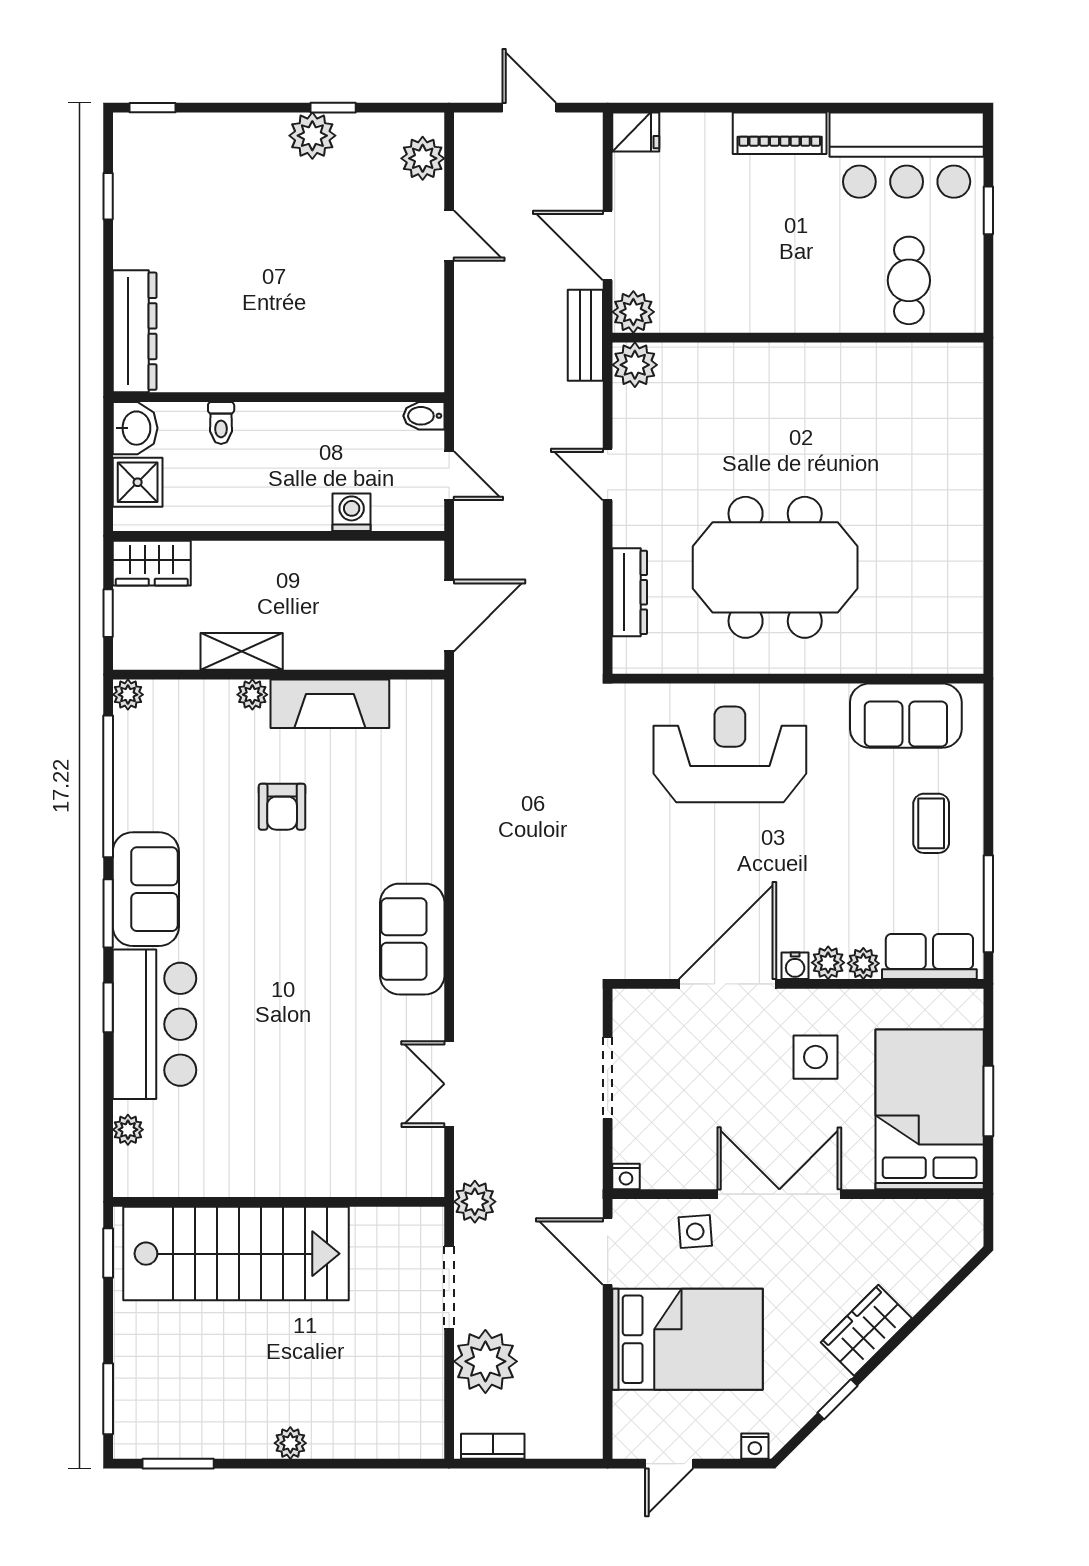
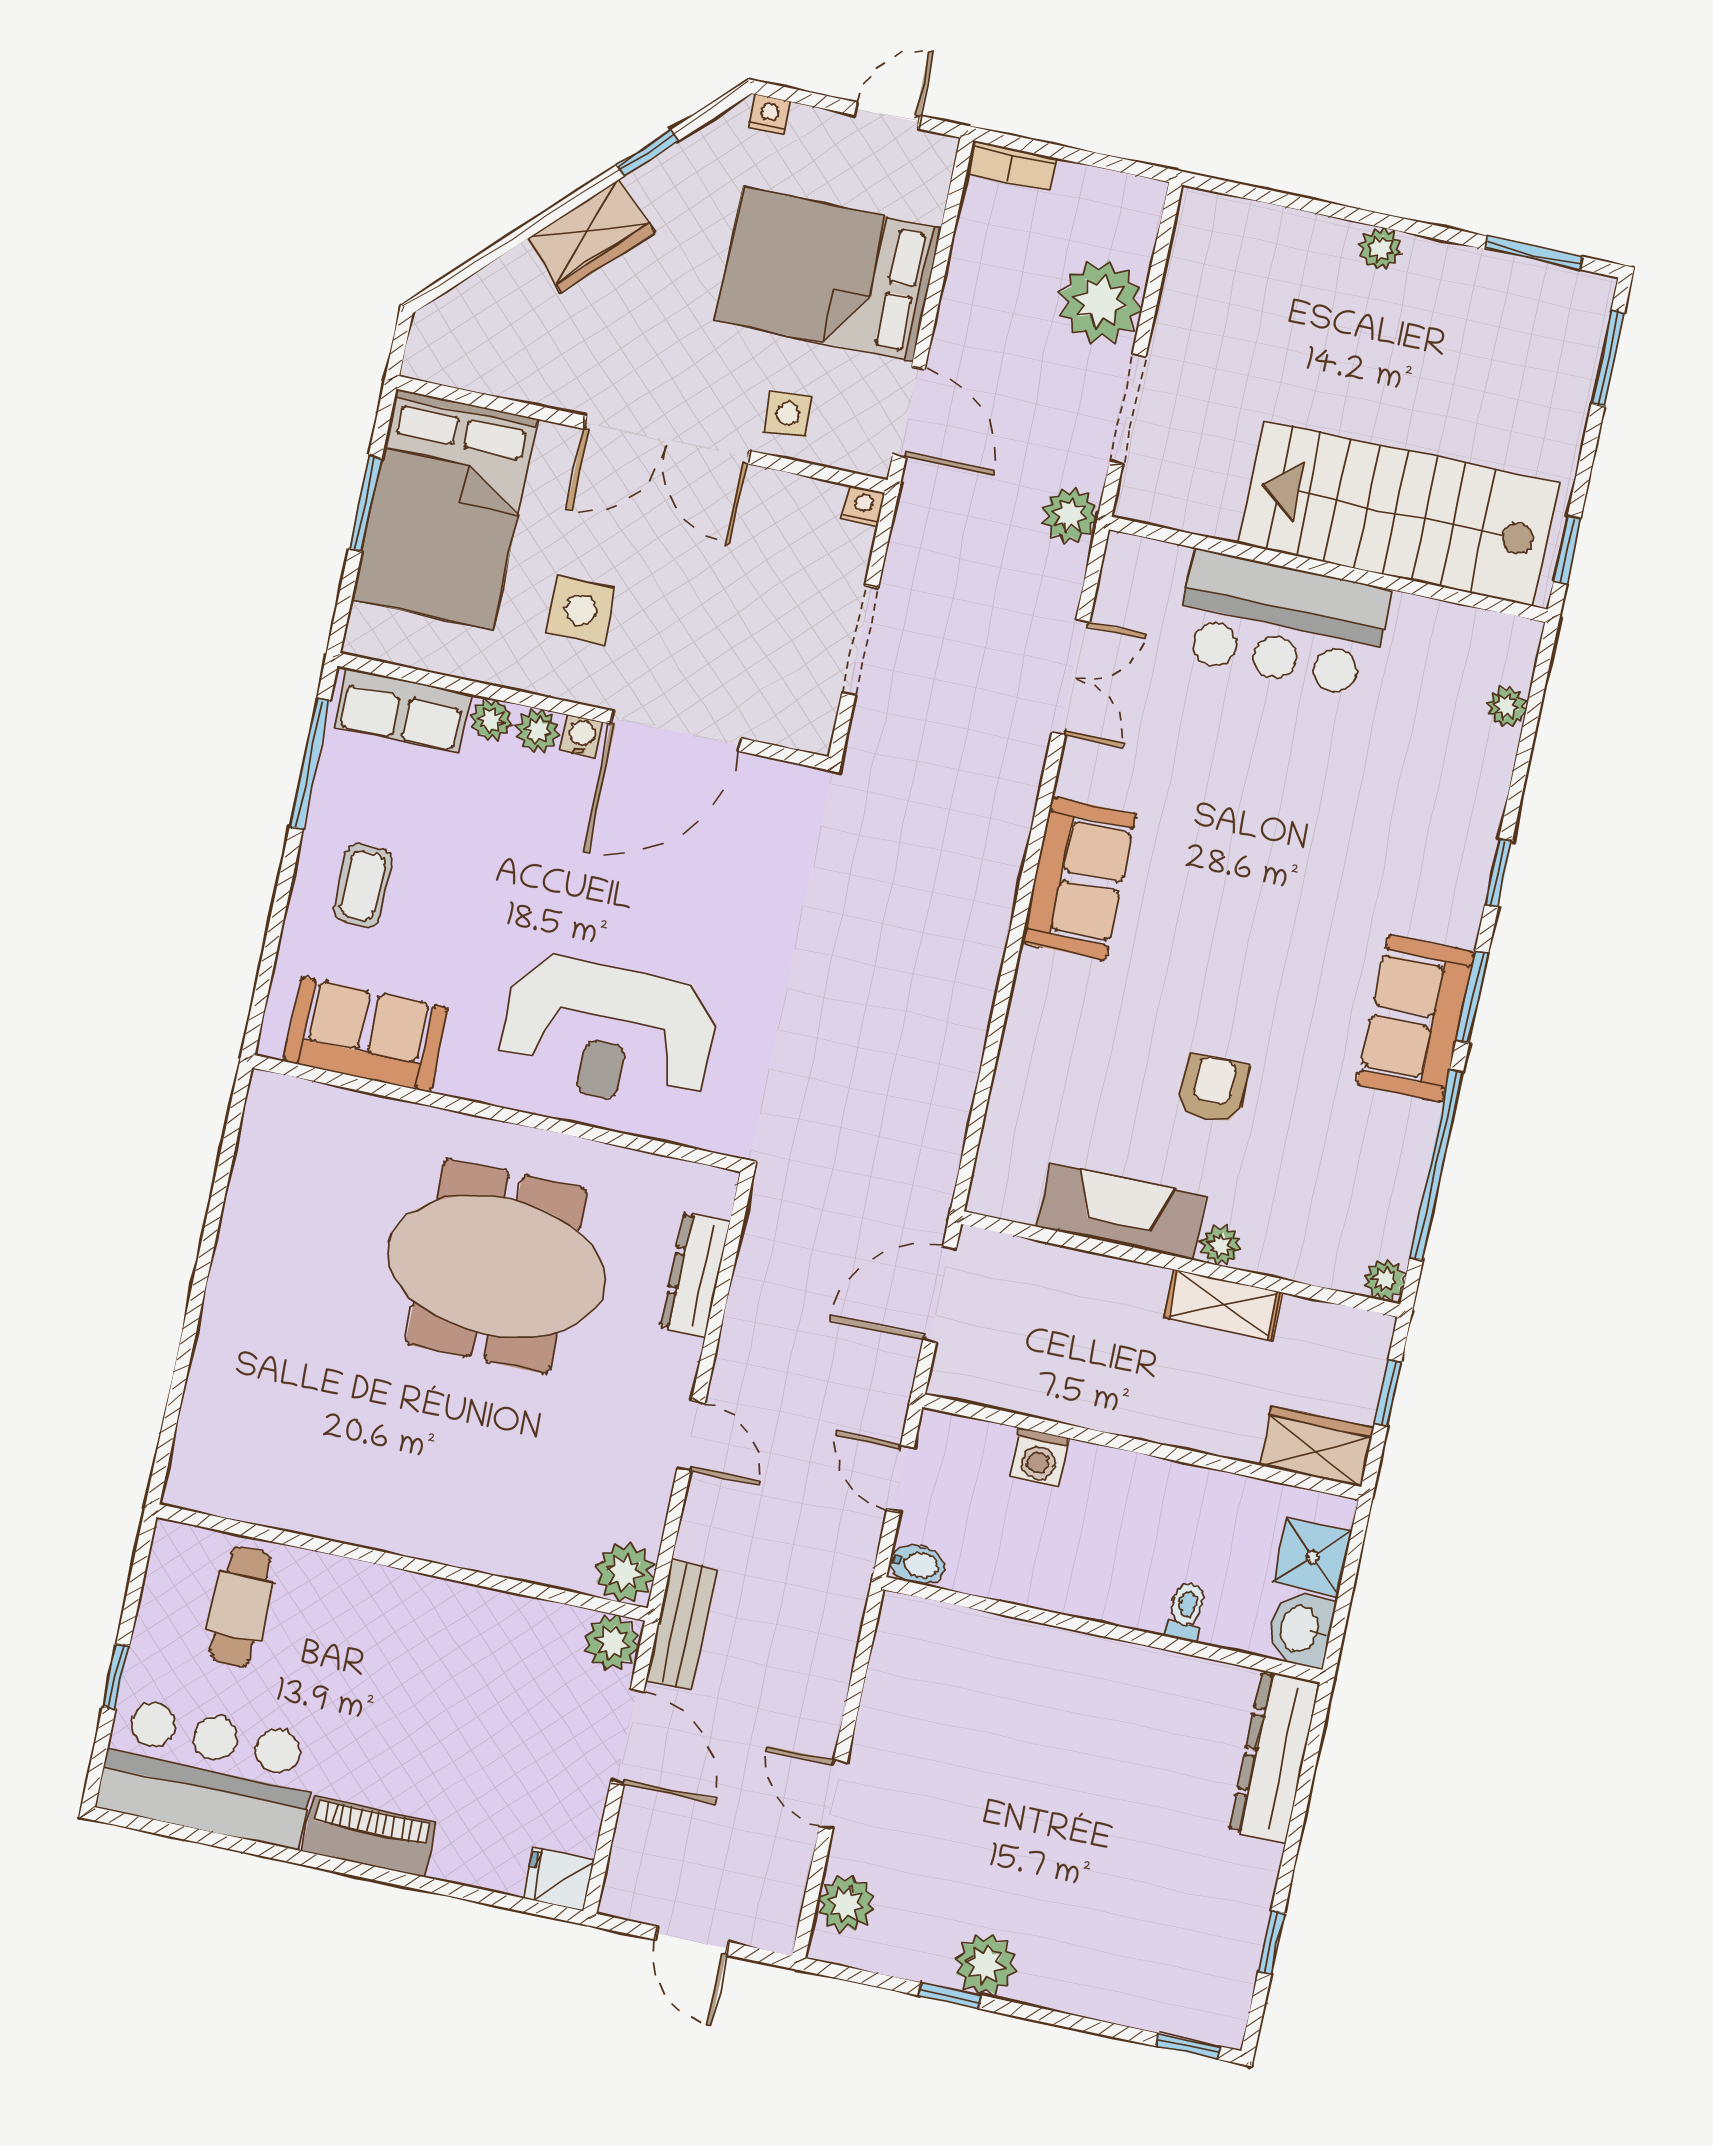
bar counter: (154, 1024) -> (1282, 623), moved, turned -90
bookcase: (493, 1446) -> (1011, 166), moved

